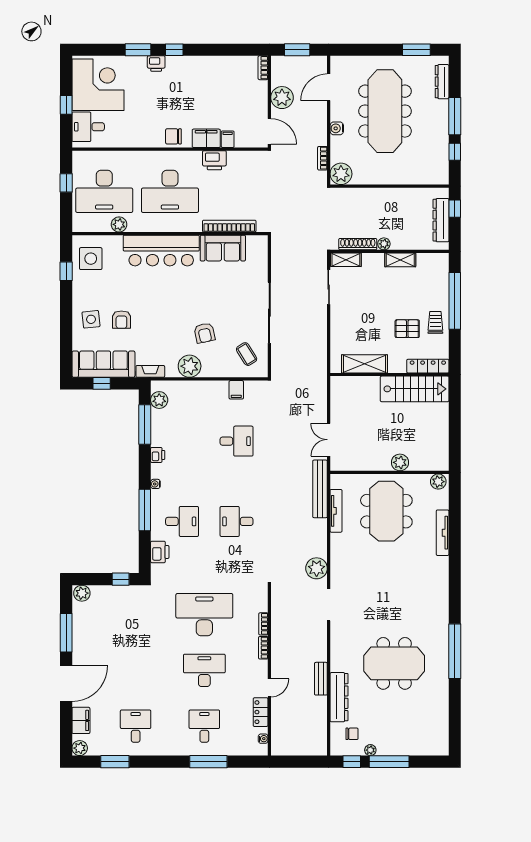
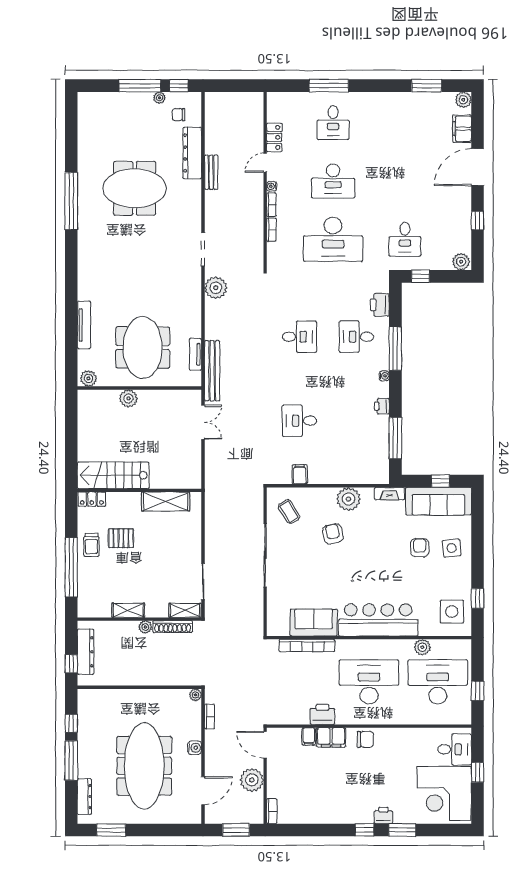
plant: (341, 174) -> (195, 695), width x0.53, depth x0.53
locker: (428, 366) -> (92, 499), width x0.66
plant: (159, 400) -> (380, 464), removed
tv unit: (336, 511) -> (195, 354), width x0.71
window: (66, 633) -> (478, 220), width x0.46
desk: (136, 726) -> (405, 239), moved
water cooler: (263, 739) -> (272, 186), moved

